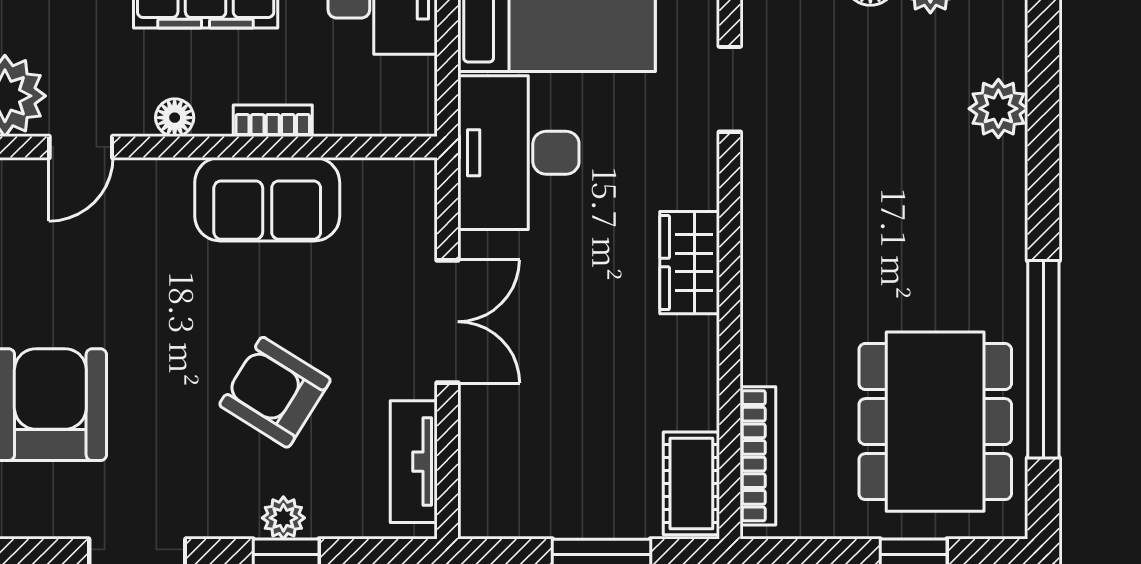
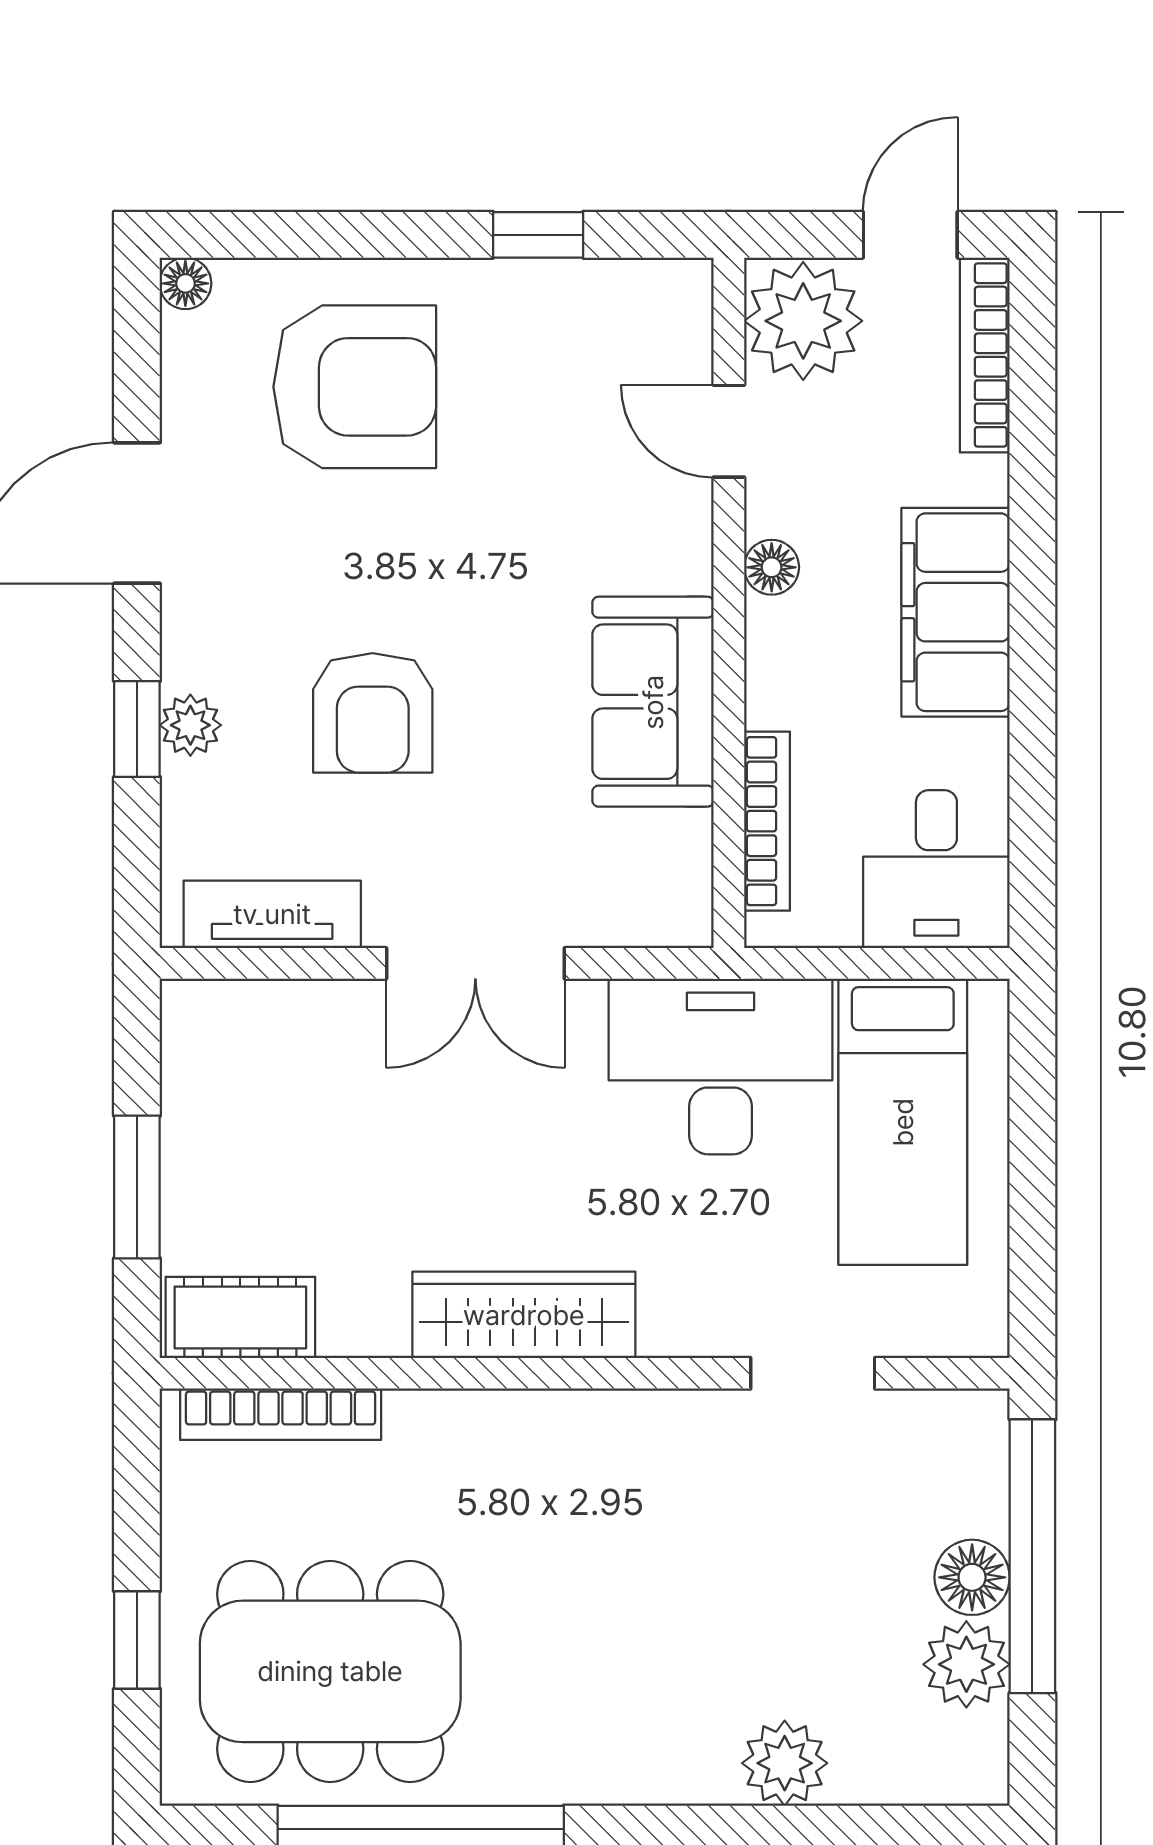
bookcase: (273, 121) -> (767, 821), moved, width x1.56
wardrobe: (690, 263) -> (524, 1315), width x1.50
armchair: (275, 392) -> (373, 713), turned 148

